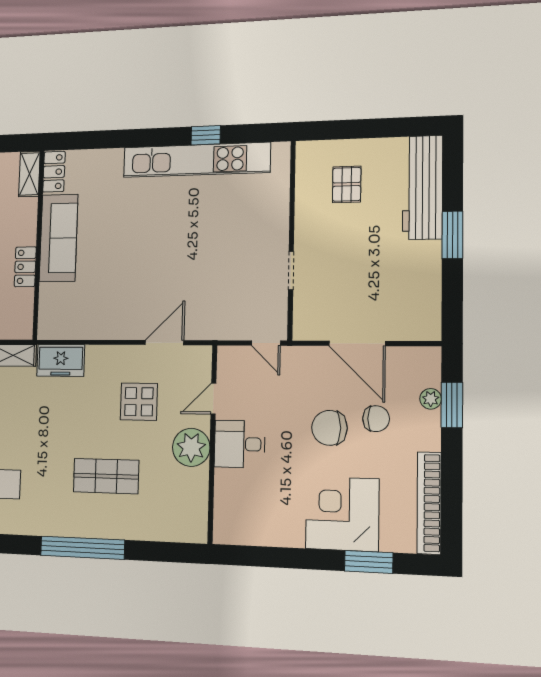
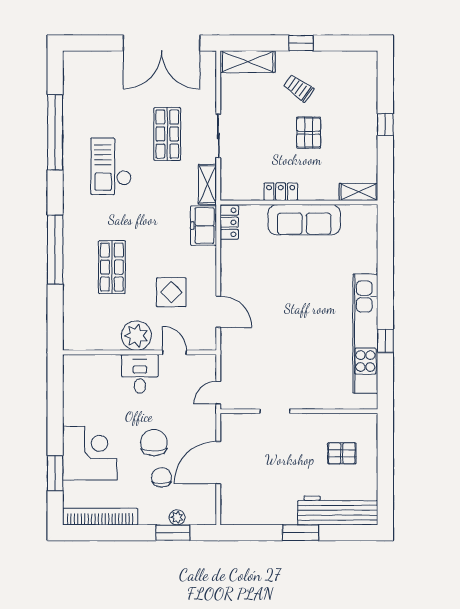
locker: (54, 172) -> (229, 222), moved, turned -90
chair: (376, 419) -> (162, 477), turned 180

